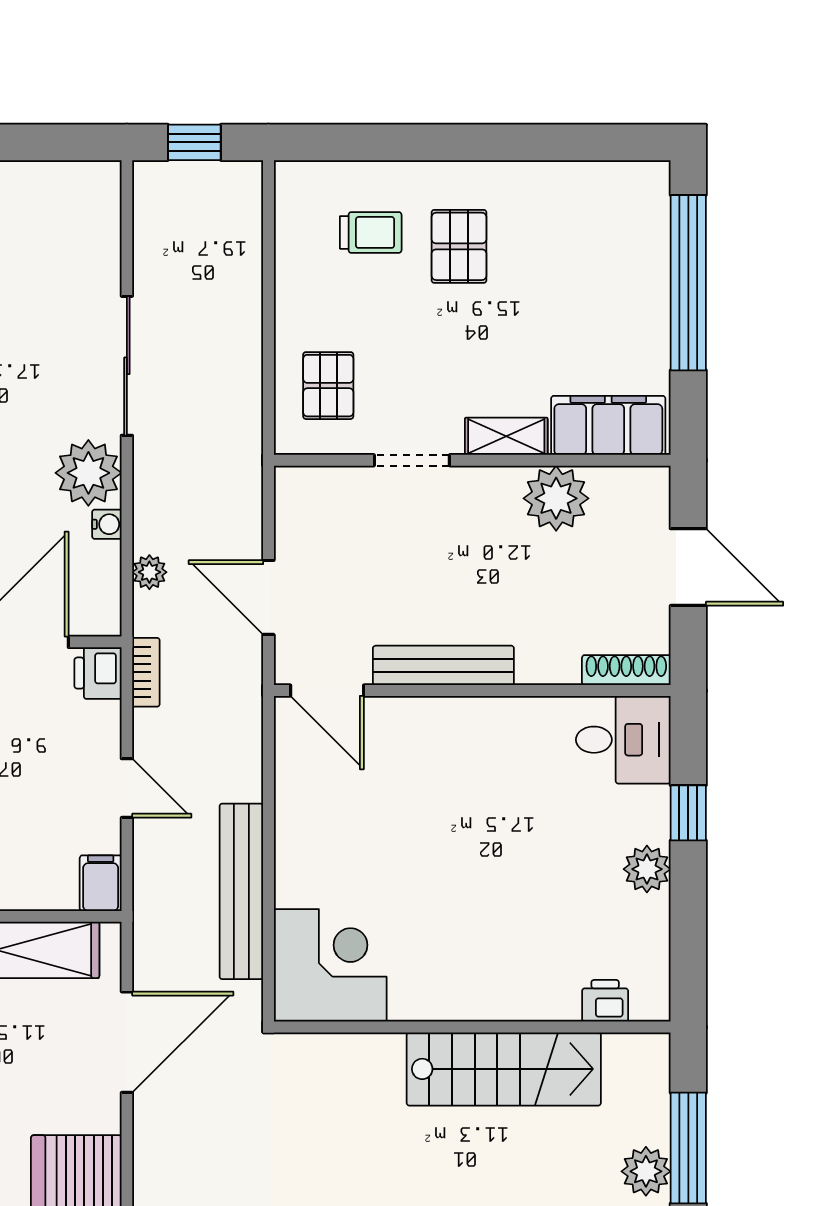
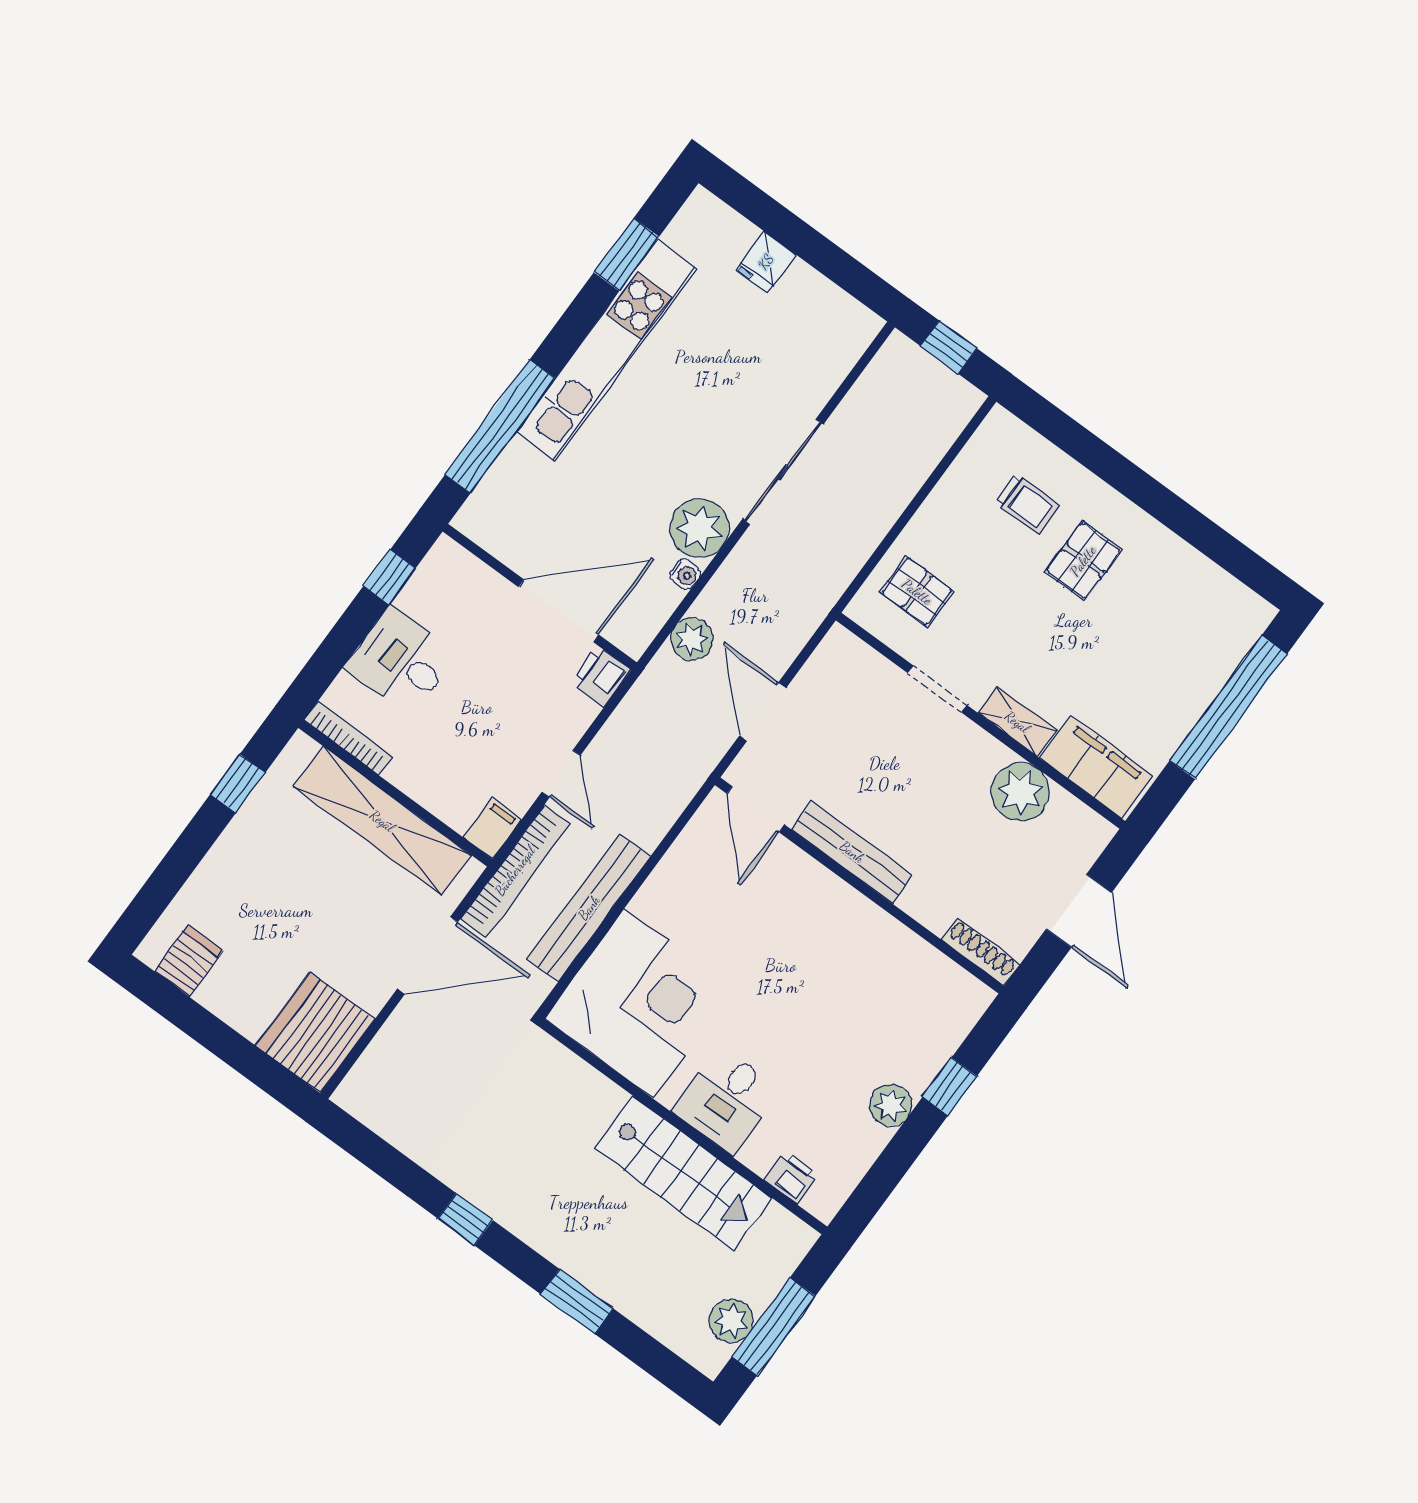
pallet: (328, 386) -> (917, 592), turned 90
plant: (149, 572) -> (692, 639), width x1.38, depth x1.38
bookcase: (146, 672) -> (515, 871), moved, width x2.31, depth x1.31
desk: (623, 740) -> (726, 1100), moved, turned 90
corner desk: (330, 965) -> (639, 1004), width x1.36, depth x1.36

